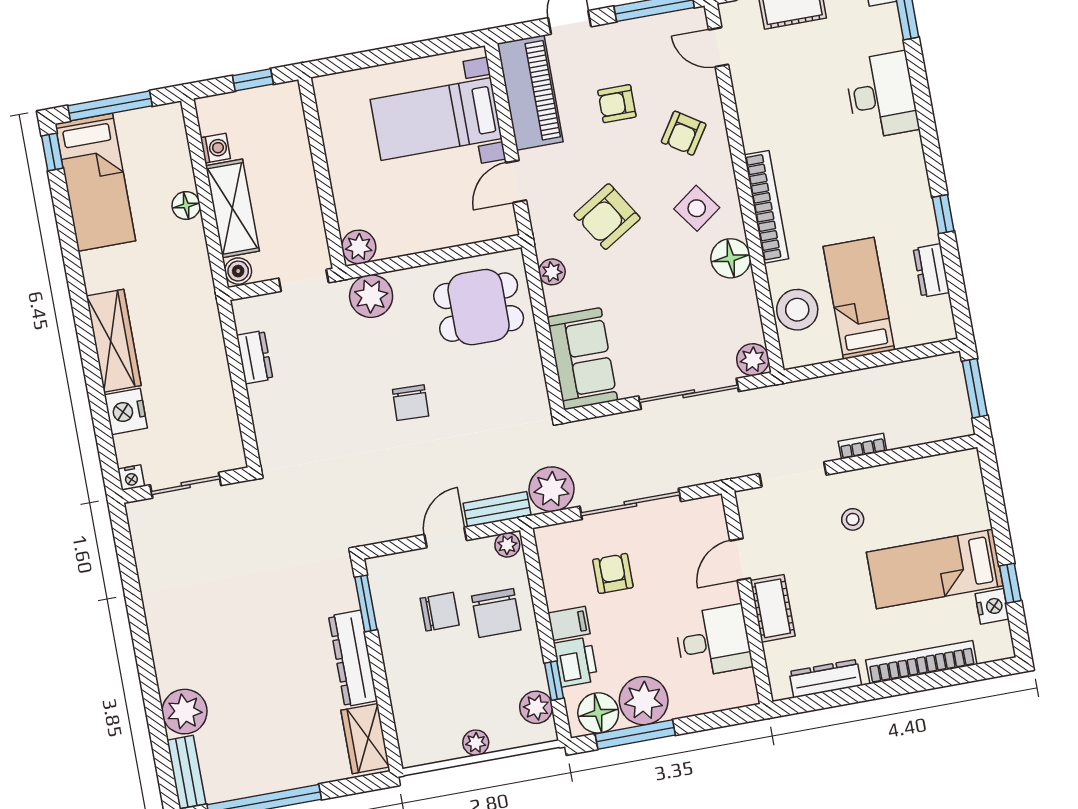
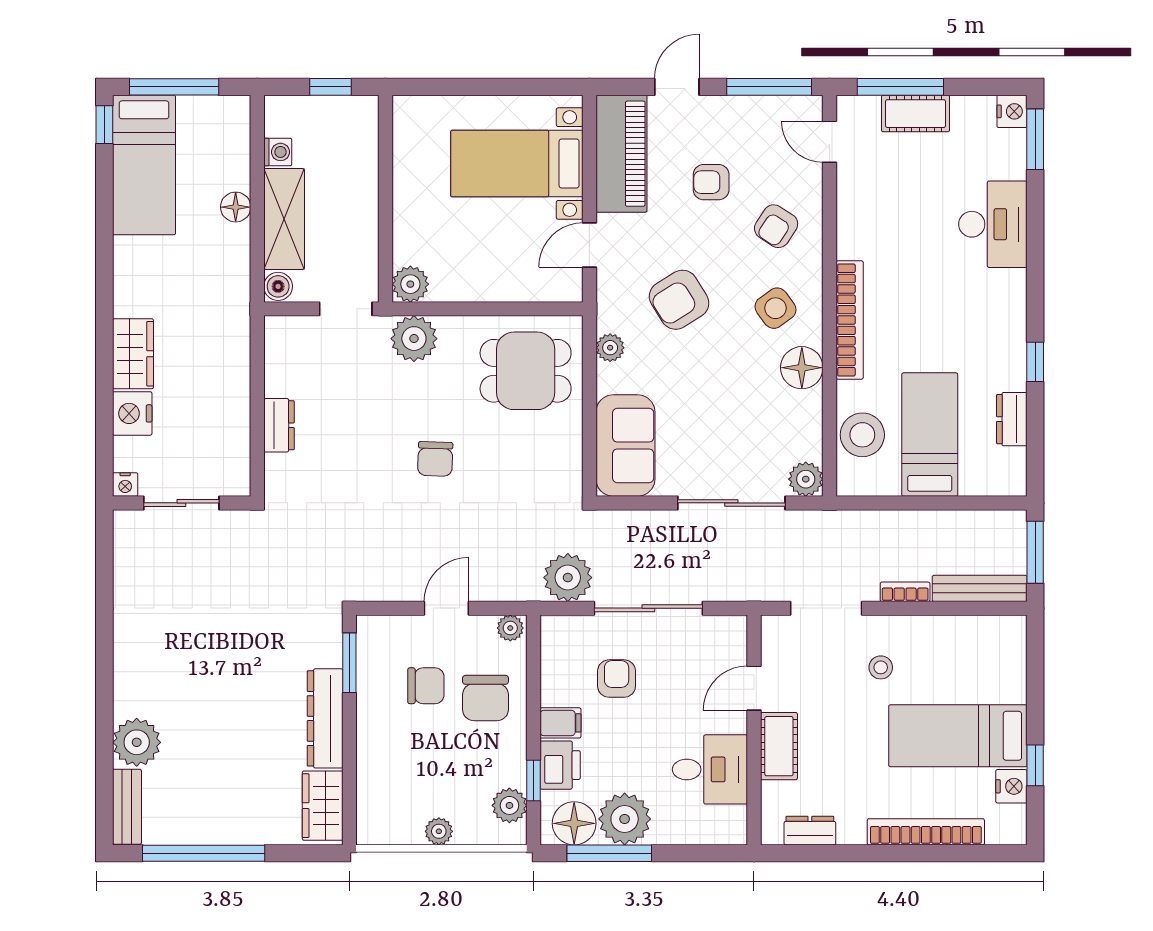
wardrobe: (114, 341) -> (133, 354), width x0.67
dresser: (255, 357) -> (279, 425), moved
bench: (497, 509) -> (980, 588), moved, width x1.36
dresser: (825, 678) -> (810, 831), width x0.70

